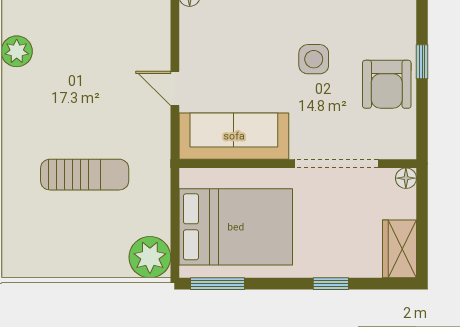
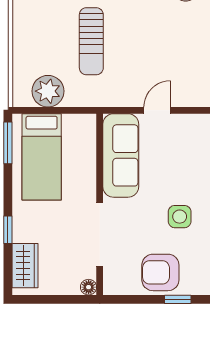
bed: (236, 227) -> (42, 157), width x0.67
wardrobe: (400, 249) -> (25, 266), moved, turned 90
plant: (150, 257) -> (48, 91), moved

